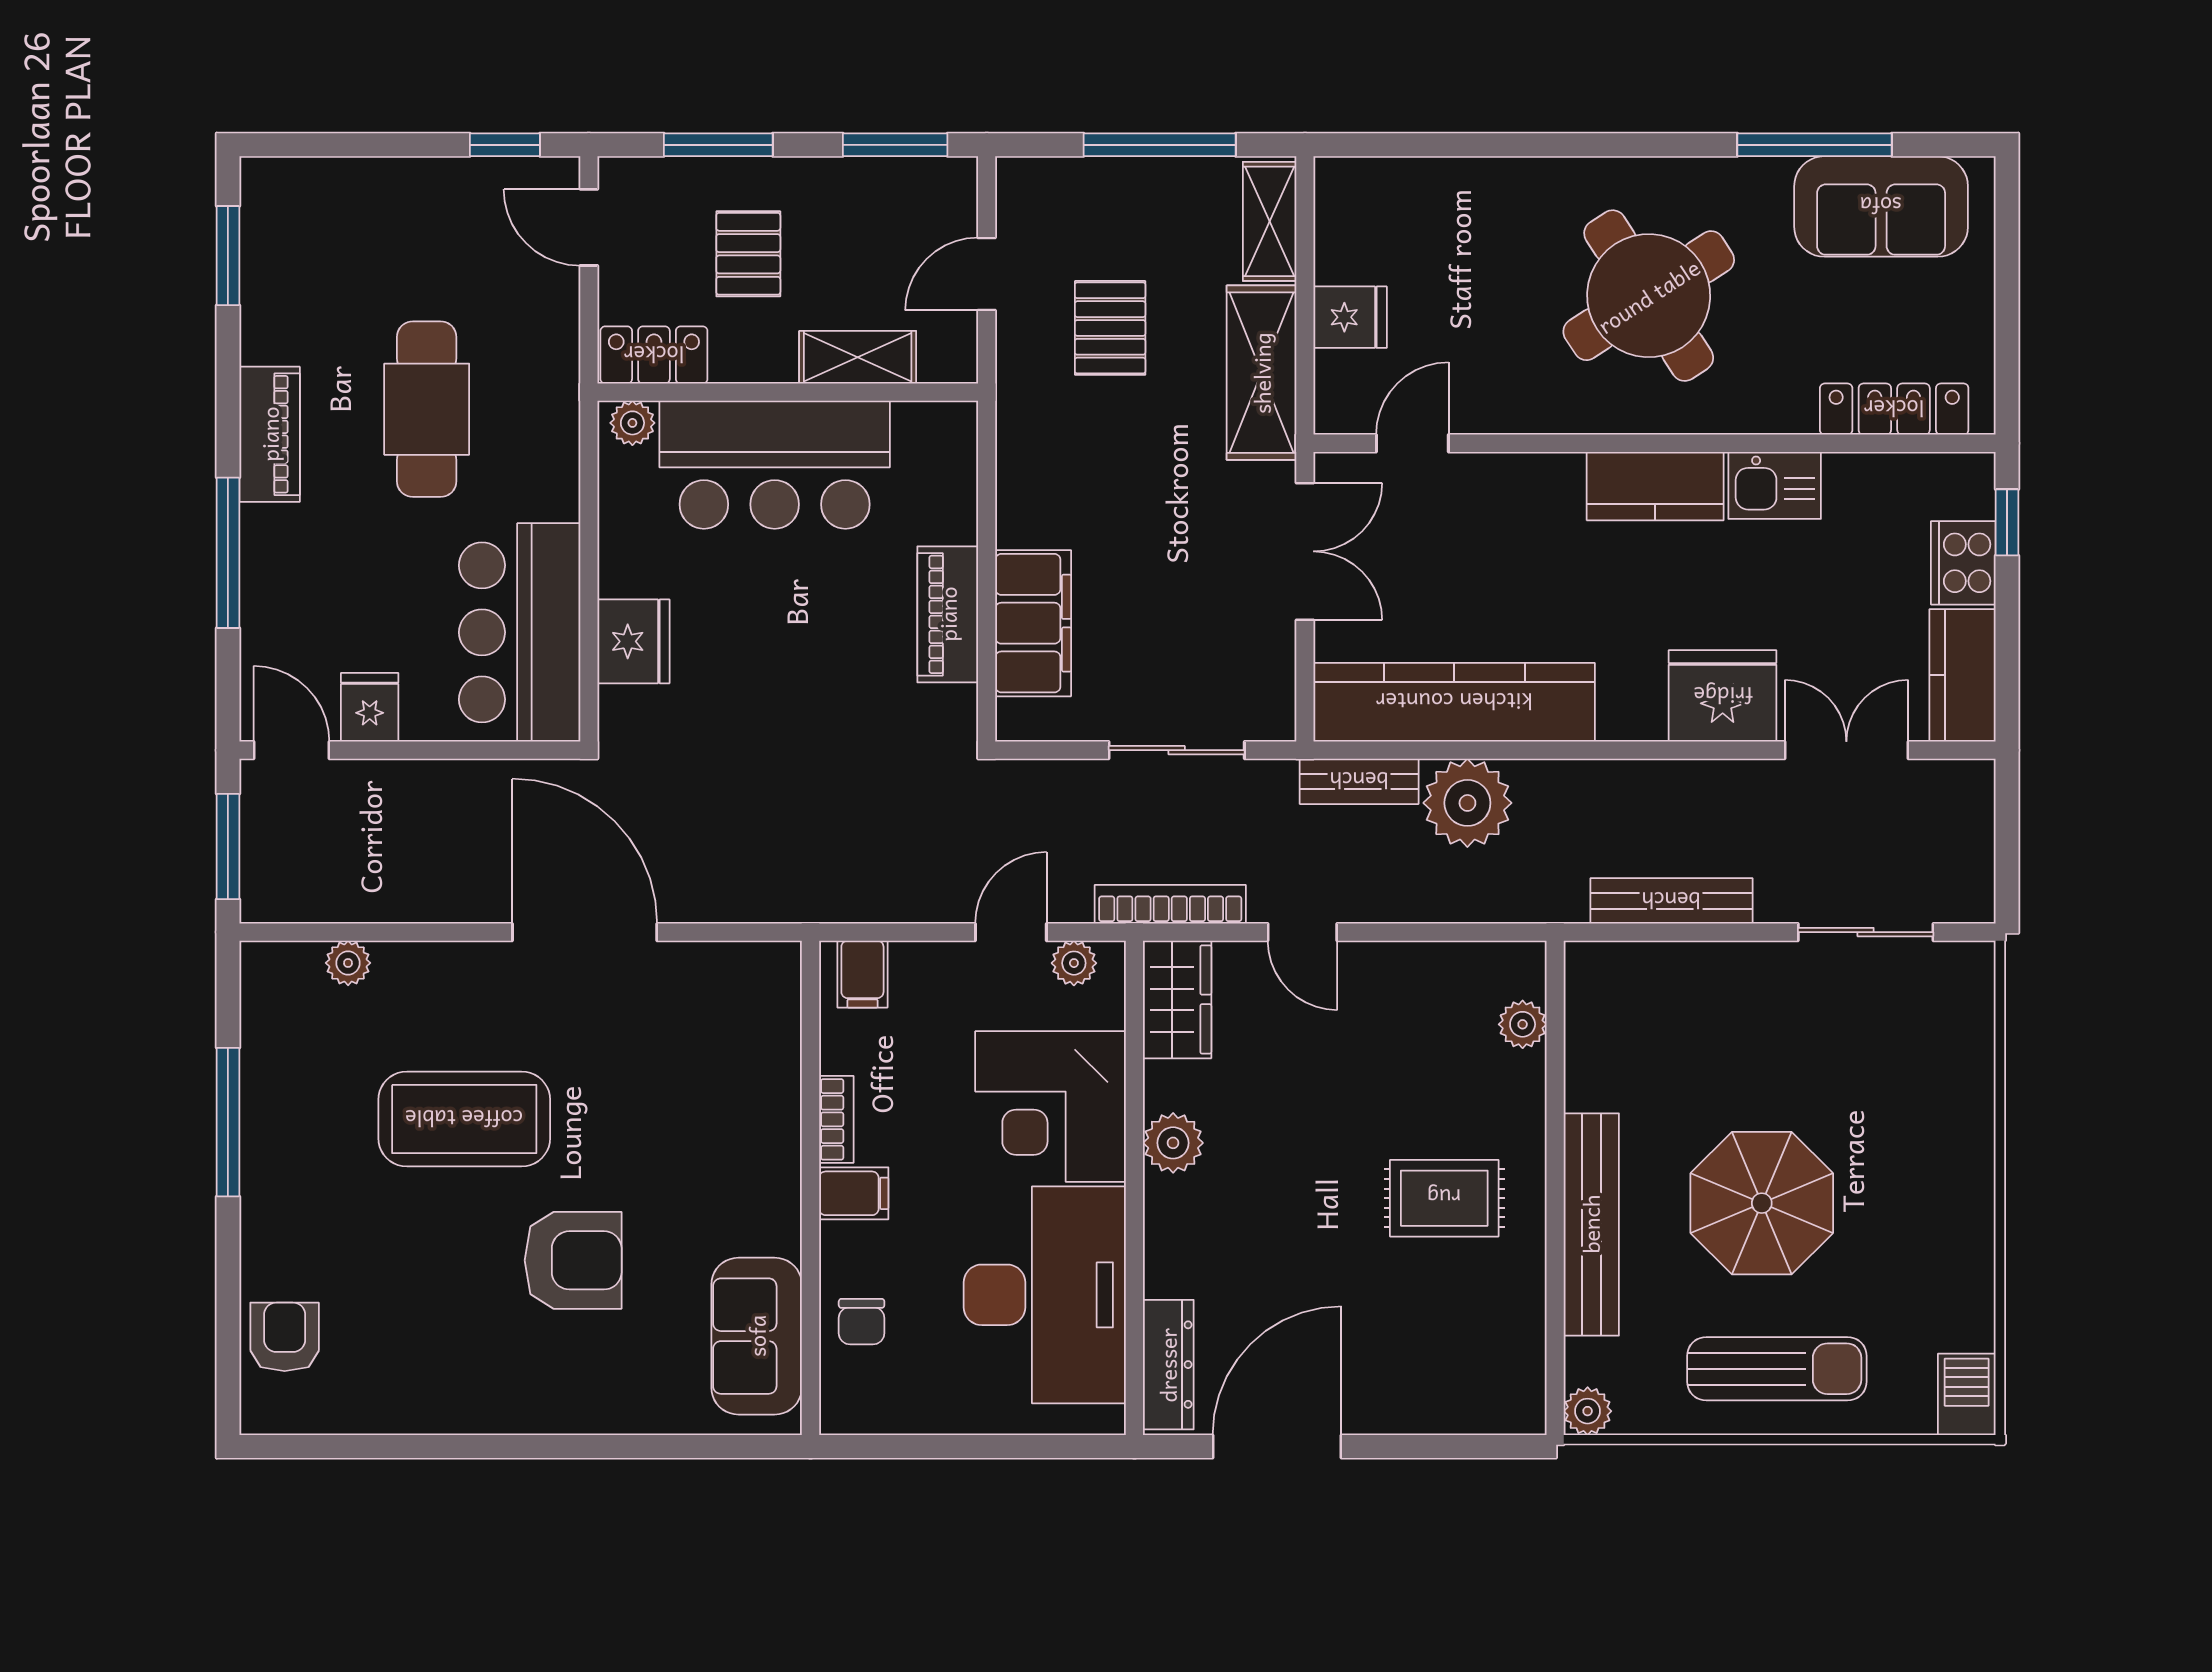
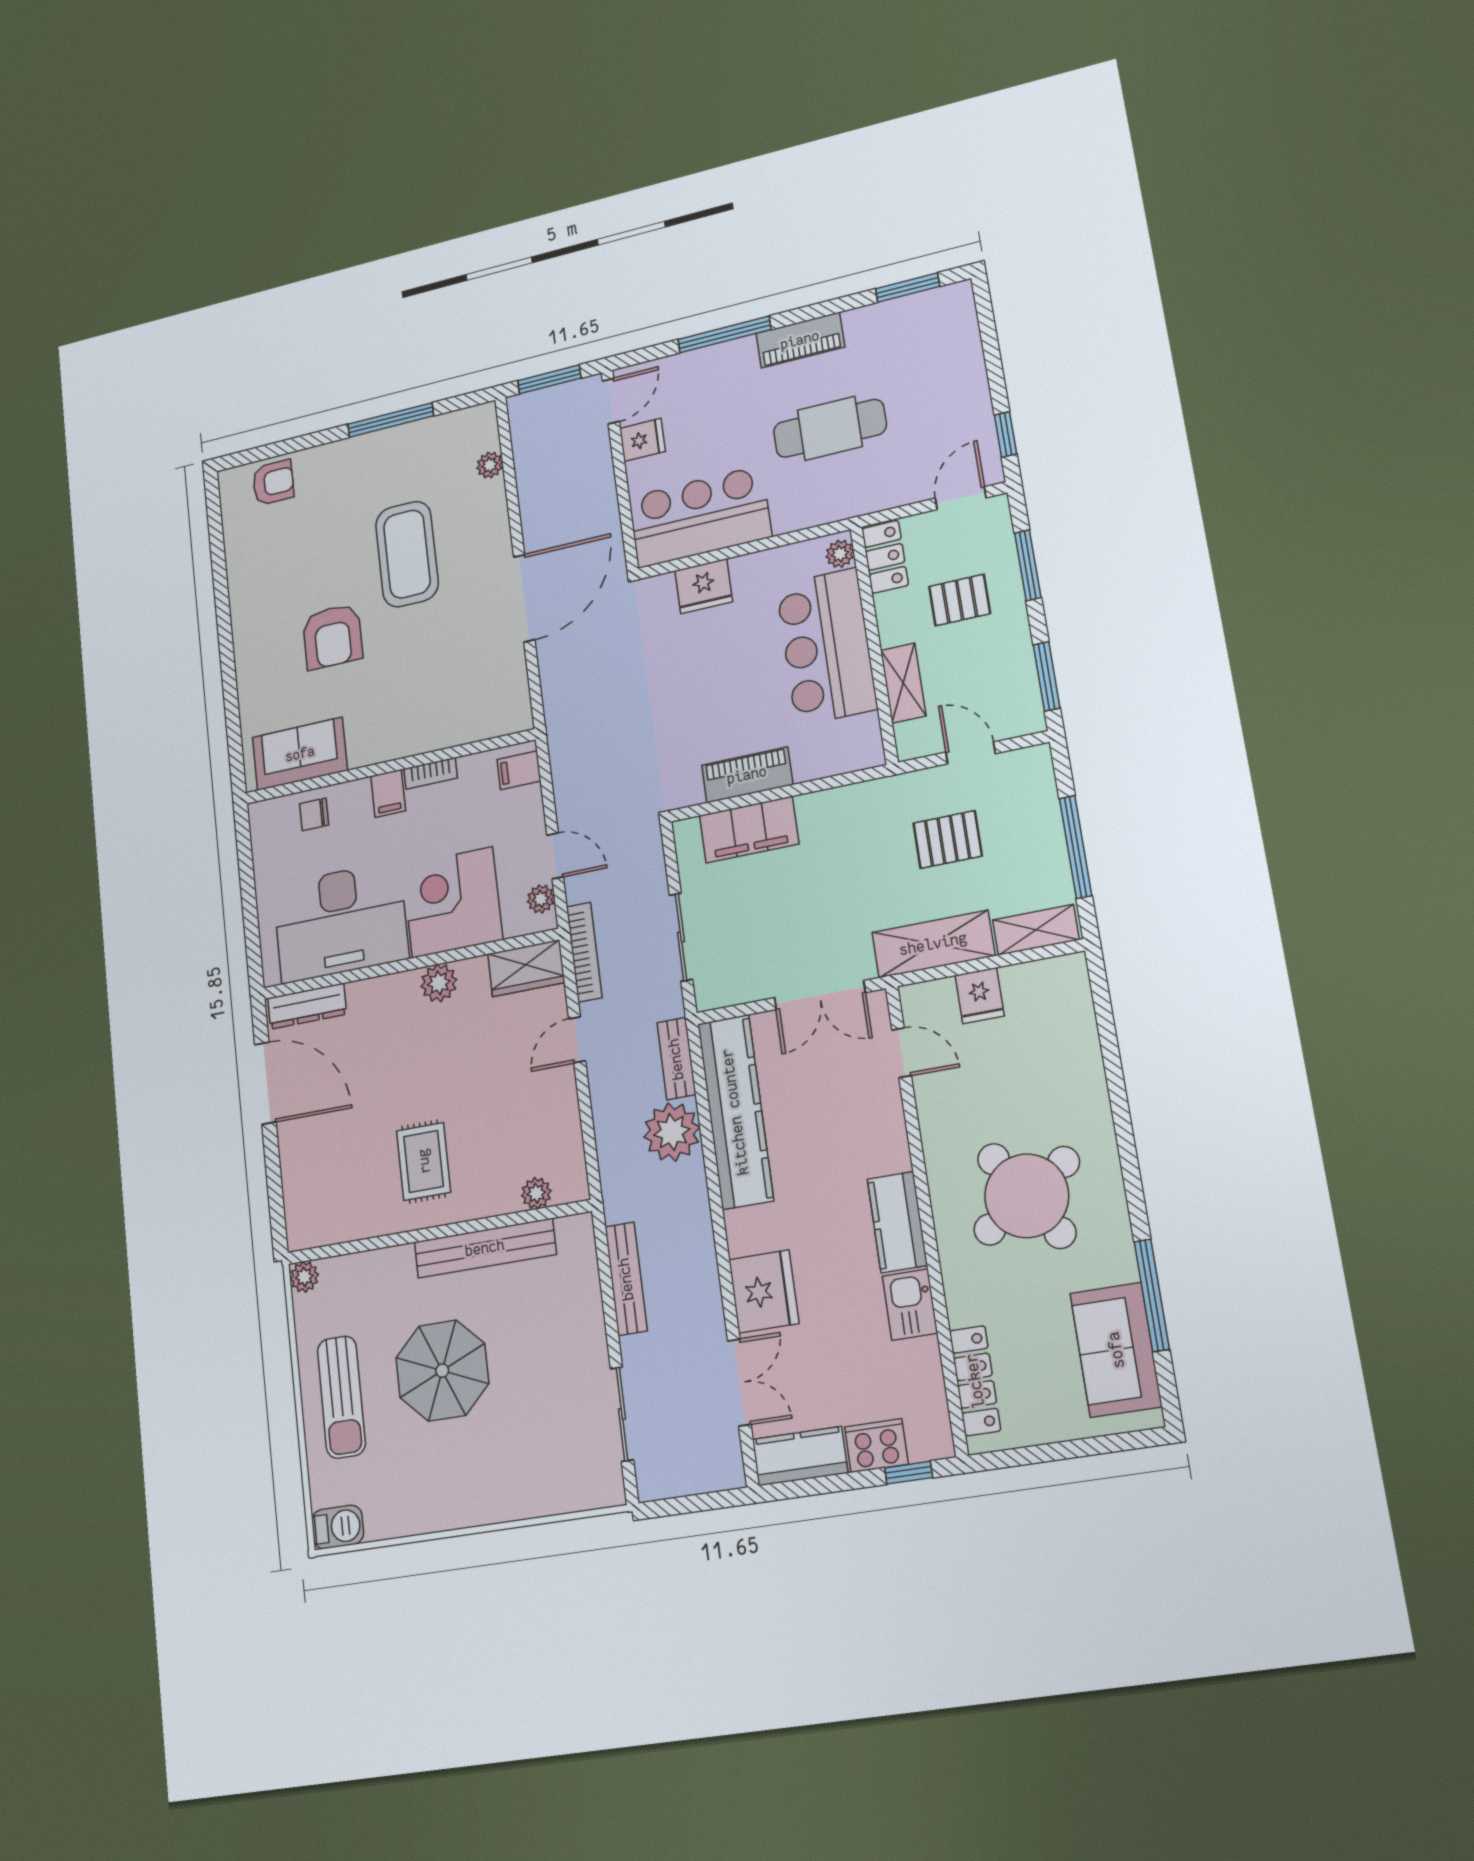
bench: (1591, 1224) -> (485, 1248), moved

